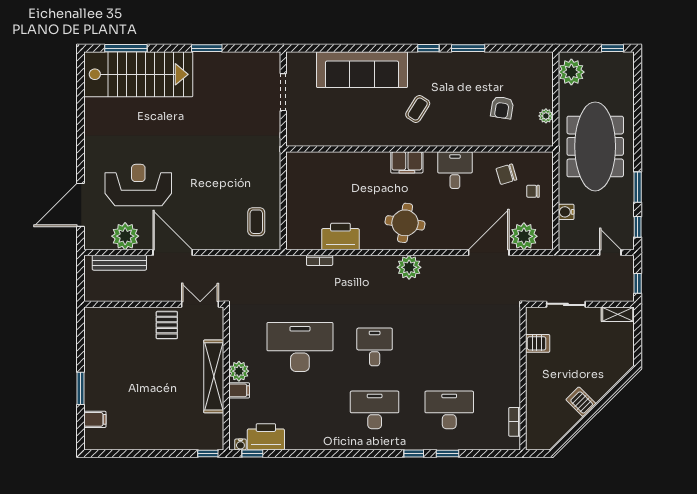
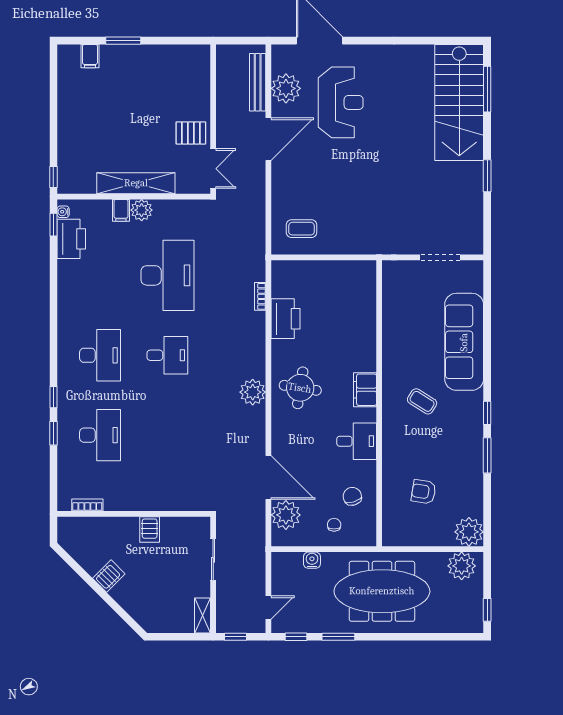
plant: (546, 116) -> (469, 532), moved, width x1.87, depth x1.87
server rack: (538, 343) -> (150, 530), moved

